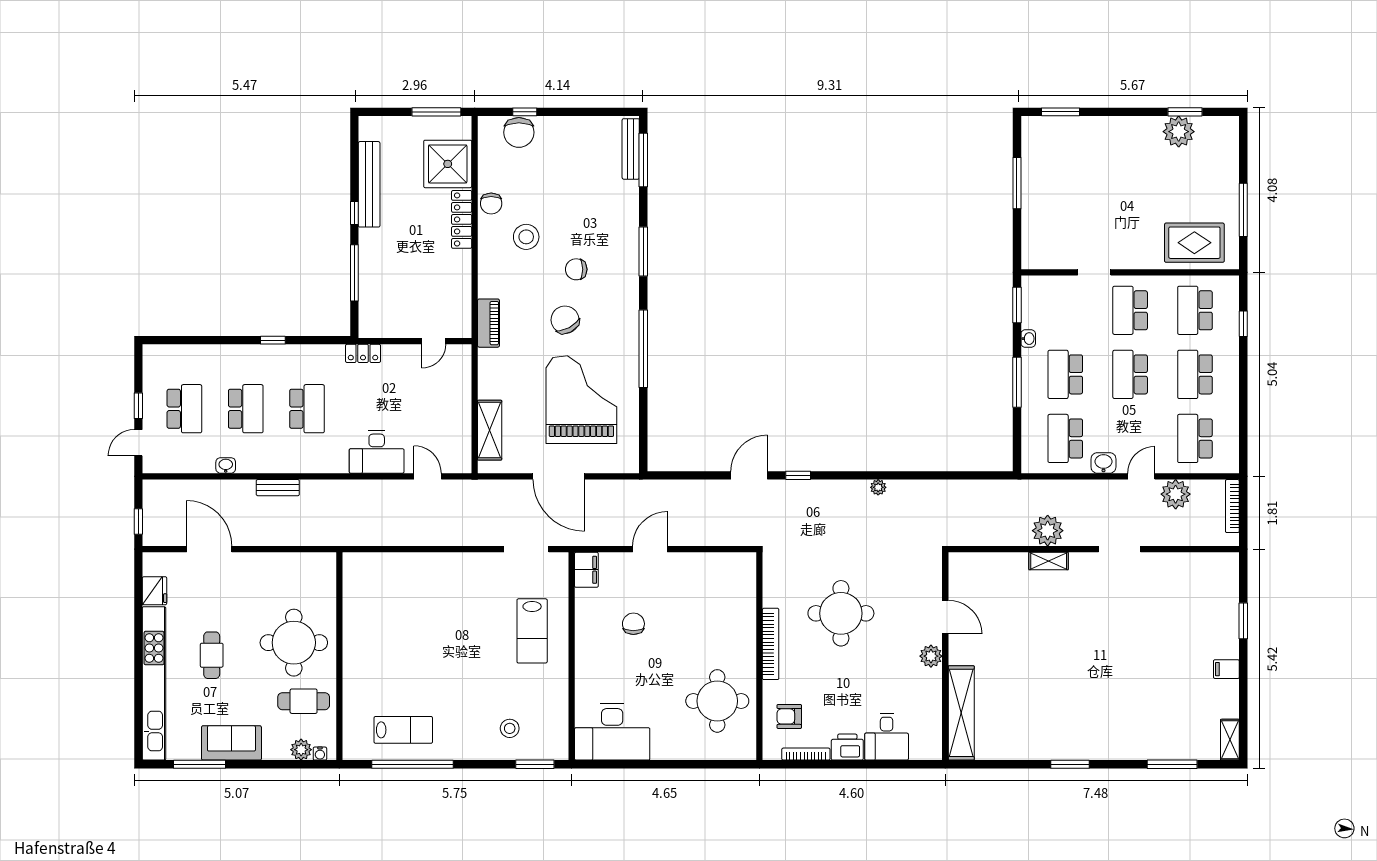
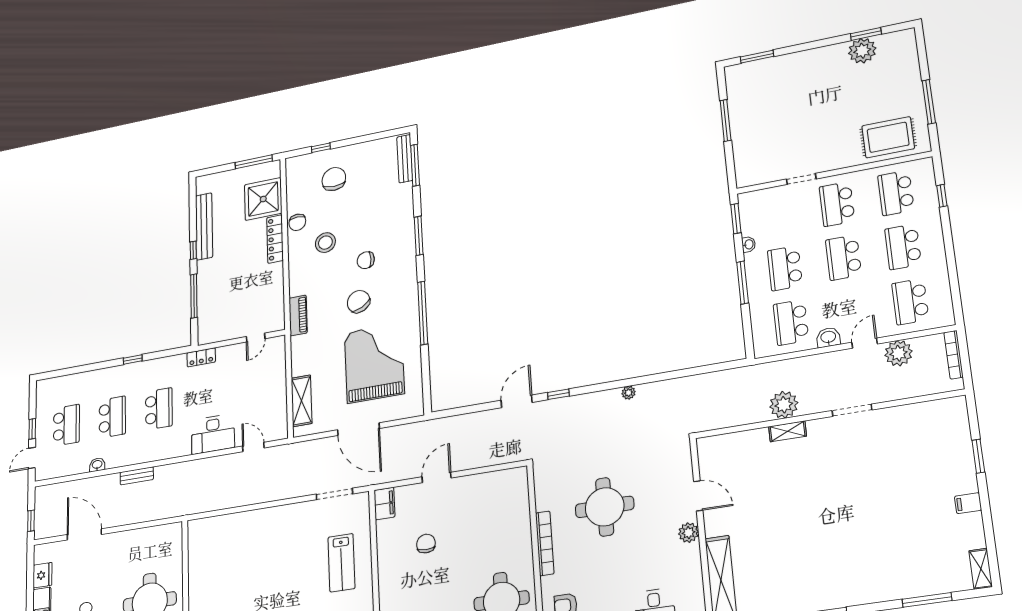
chair: (519, 132) -> (334, 179), moved, turned 180

